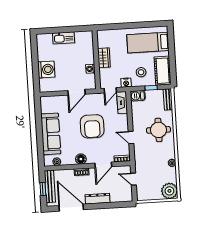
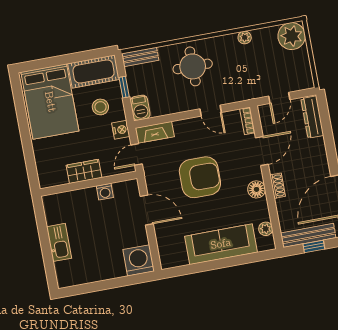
bed: (148, 43) -> (50, 102), width x1.50
washing machine: (46, 70) -> (139, 260), moved
door: (110, 90) -> (137, 155), swing flipped
door: (131, 137) -> (211, 111), hinge flipped
door: (103, 165) -> (262, 151), hinge flipped
dresser: (98, 199) -> (312, 117), moved

